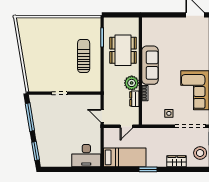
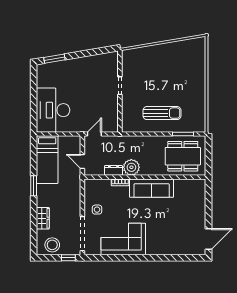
dining table: (123, 50) -> (183, 156), moved
window: (30, 117) -> (93, 52), removed
desk: (86, 156) -> (53, 110), width x1.36, depth x1.30

